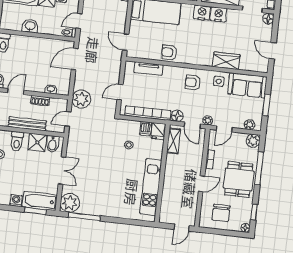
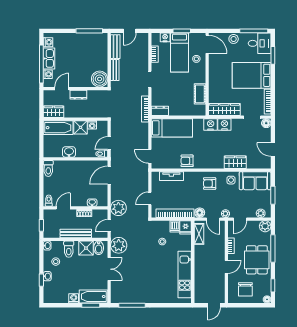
plant: (70, 203) -> (119, 245), moved

